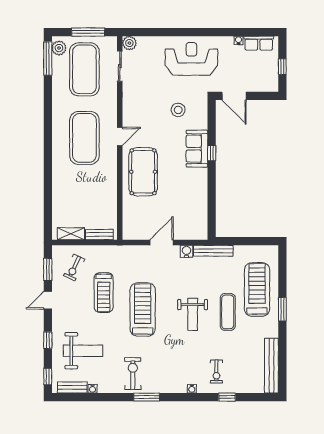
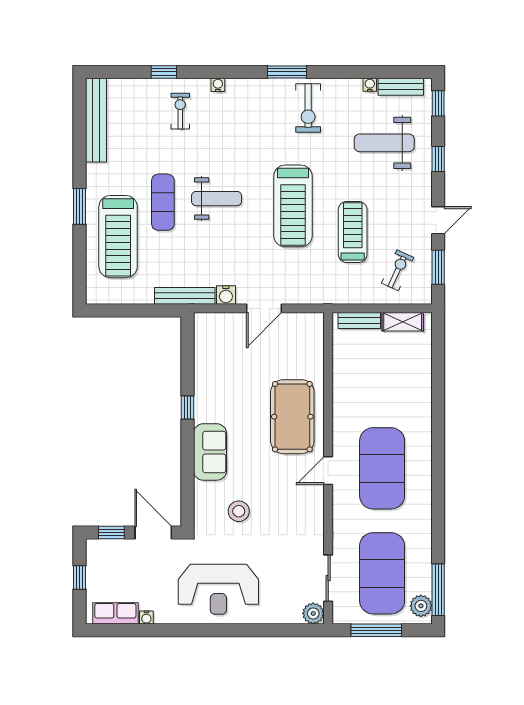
window: (261, 96) -> (111, 533), added
window: (212, 153) -> (187, 407), moved
weight bench: (193, 314) -> (217, 199), turned 90

